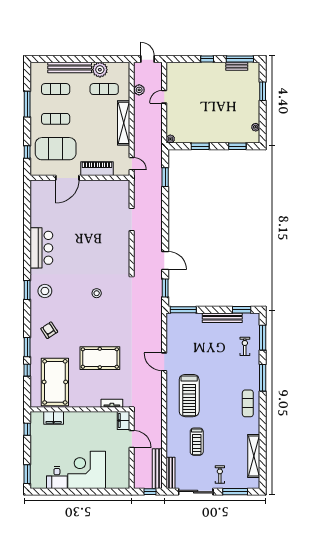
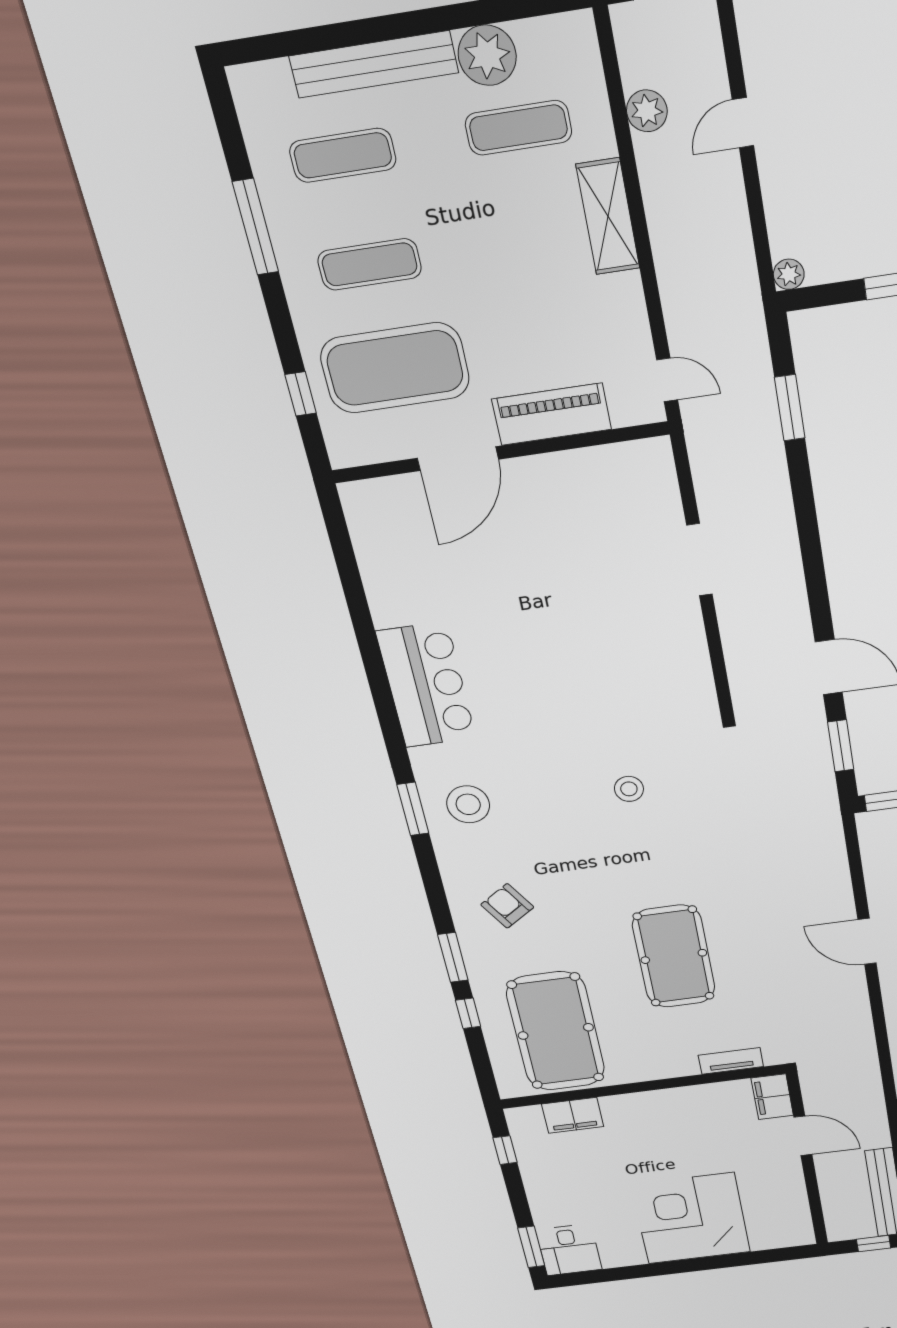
shelving: (124, 123) -> (608, 216), width x0.68
pool table: (100, 358) -> (674, 956), turned 90
desk: (57, 478) -> (569, 1250), moved

